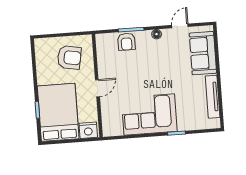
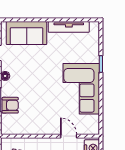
door: (97, 88) -> (69, 136), moved

